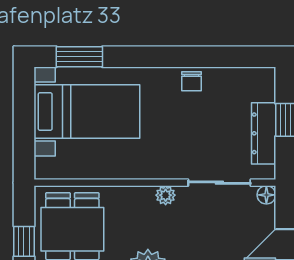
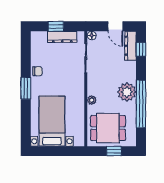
window: (79, 57) -> (26, 88), moved
plant: (166, 195) -> (92, 100), moved

